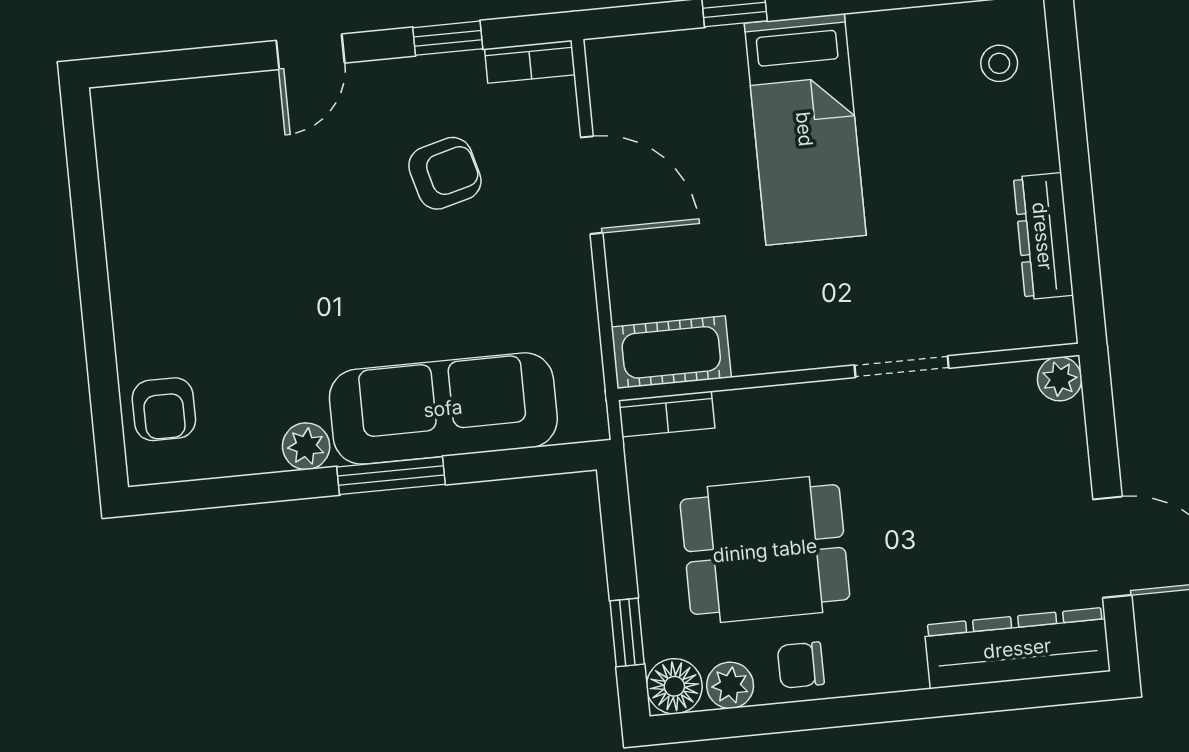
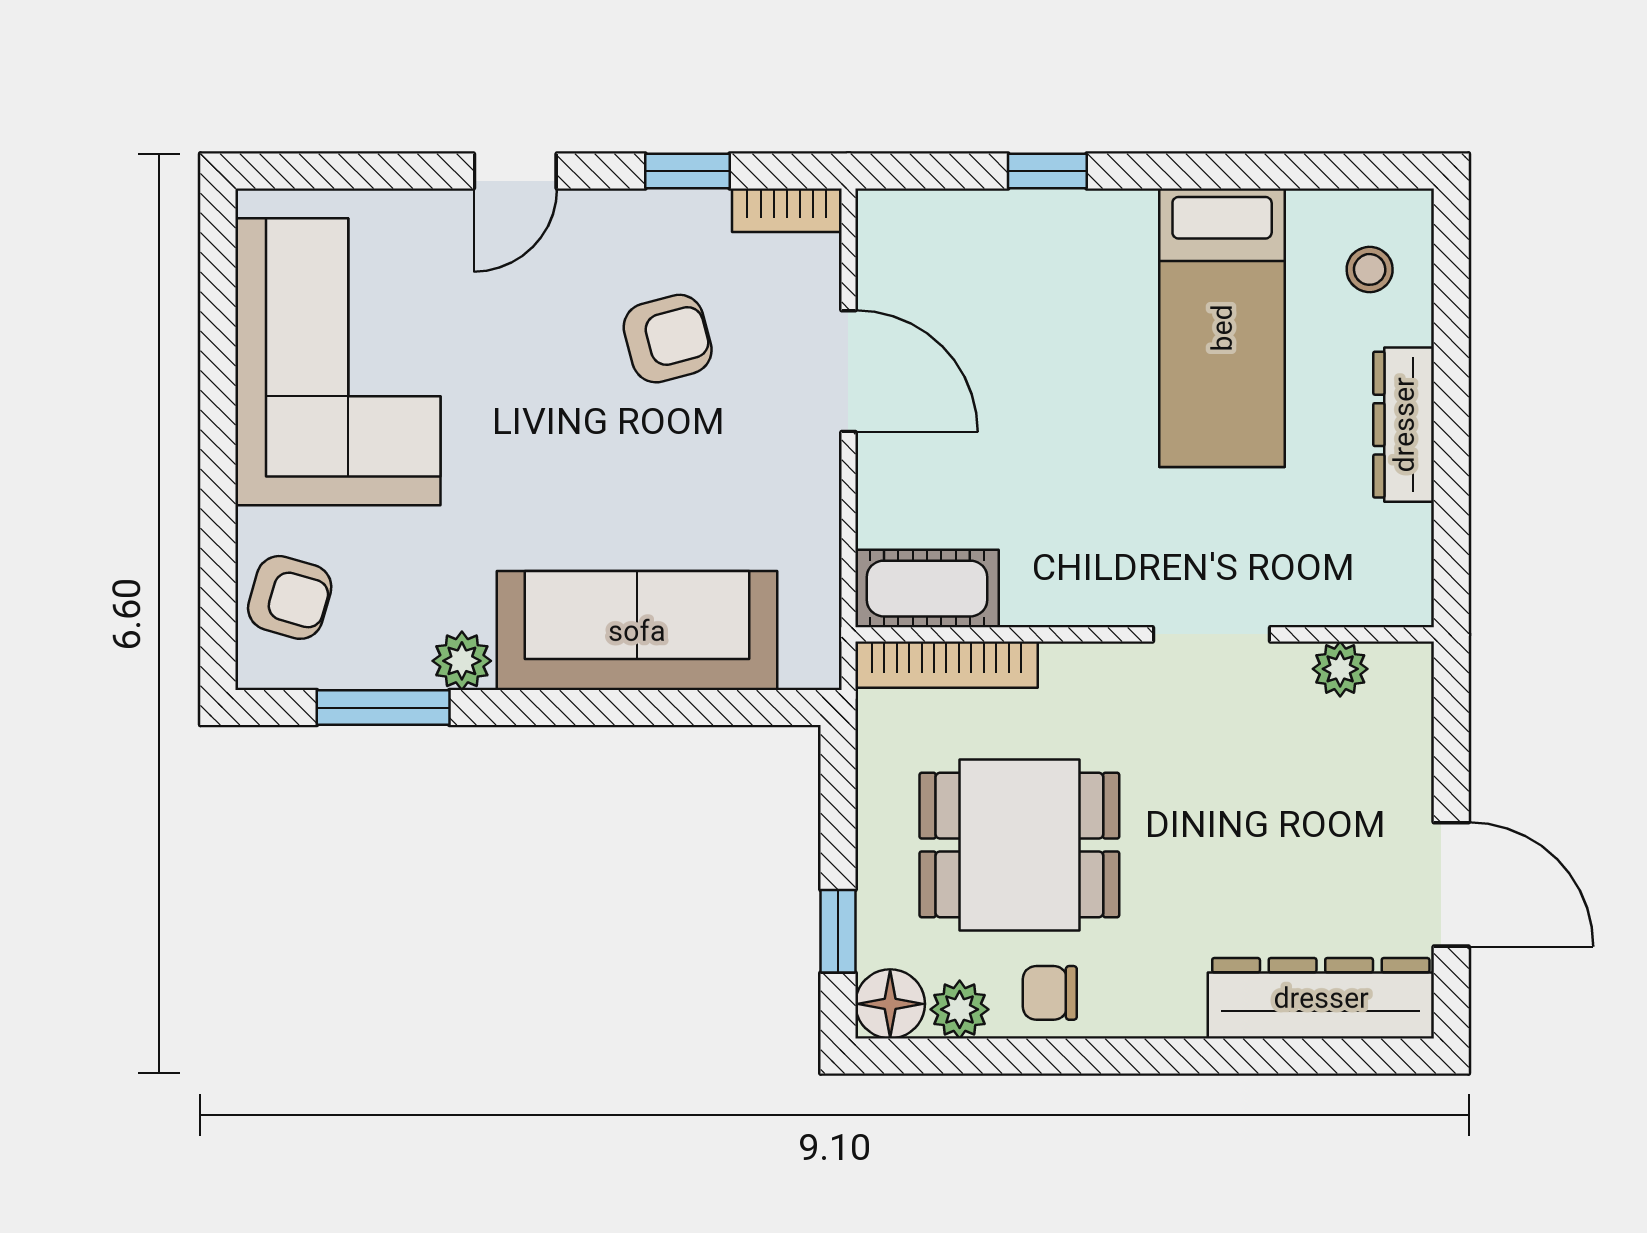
bed: (805, 129) -> (1222, 328), moved
corner sofa: (184, 218) -> (338, 362), added
dresser: (1043, 236) -> (1404, 425), moved
plant: (1060, 379) -> (1340, 669), moved
armchair: (164, 409) -> (290, 597), turned -74
bookcase: (667, 414) -> (946, 665), width x1.56
window: (391, 476) -> (383, 708), moved

